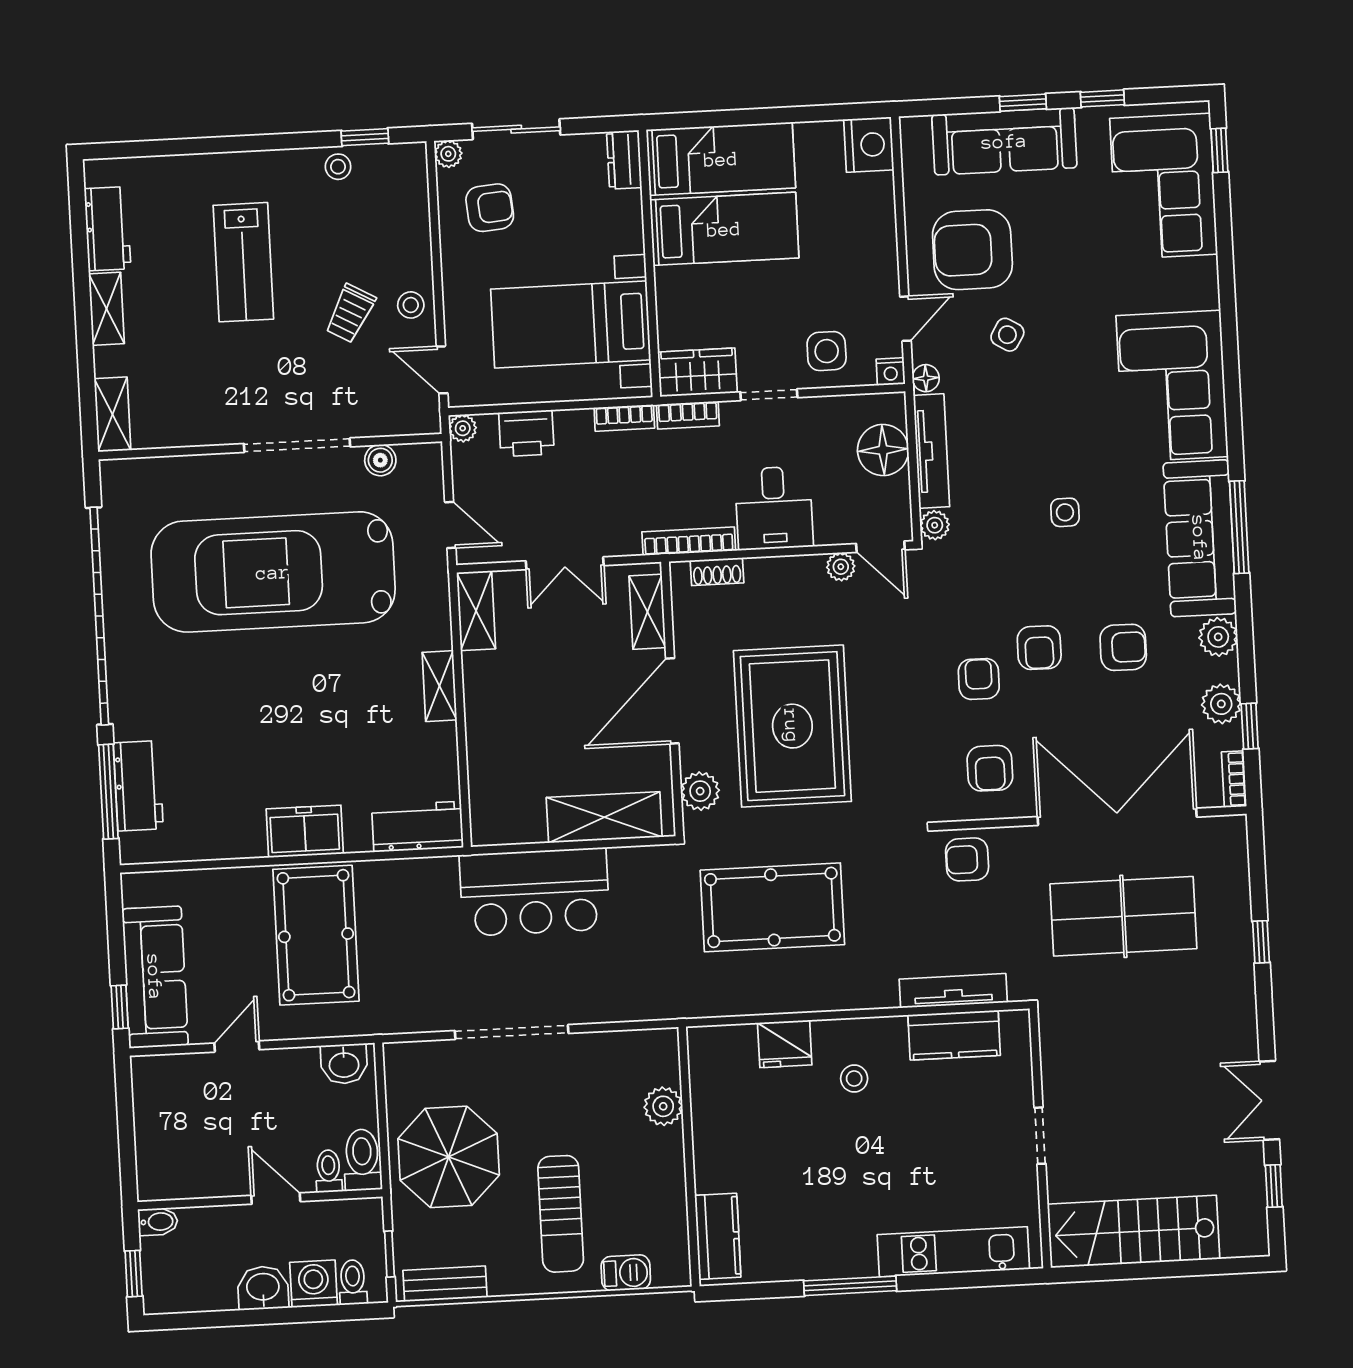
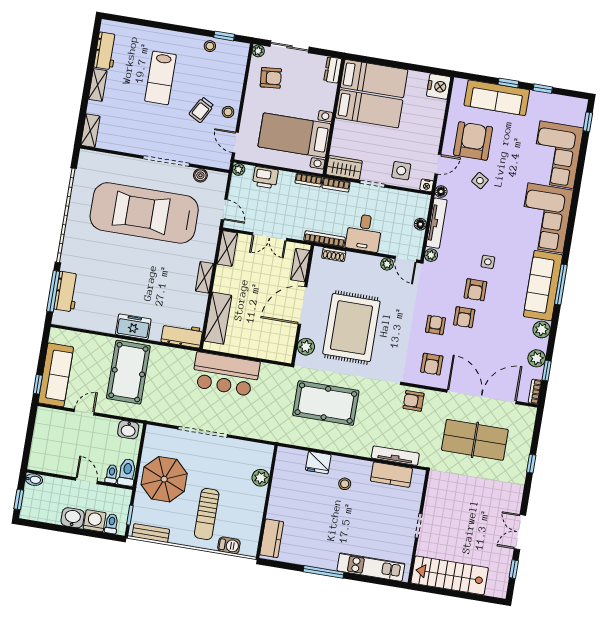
corner sofa: (1164, 186) -> (557, 155), moved
armchair: (972, 250) -> (473, 141), turned 90
floor lamp: (883, 450) -> (420, 224), width x0.53, depth x0.53
armchair: (1123, 647) -> (475, 290), moved, turned 90
shelving: (604, 817) -> (218, 318), moved, turned 90

